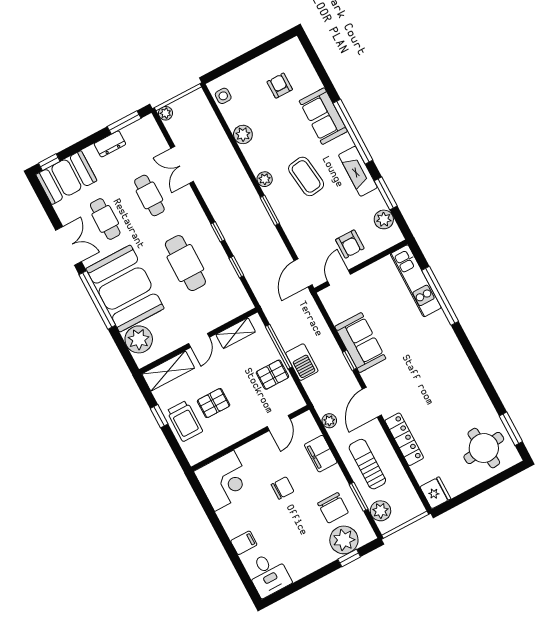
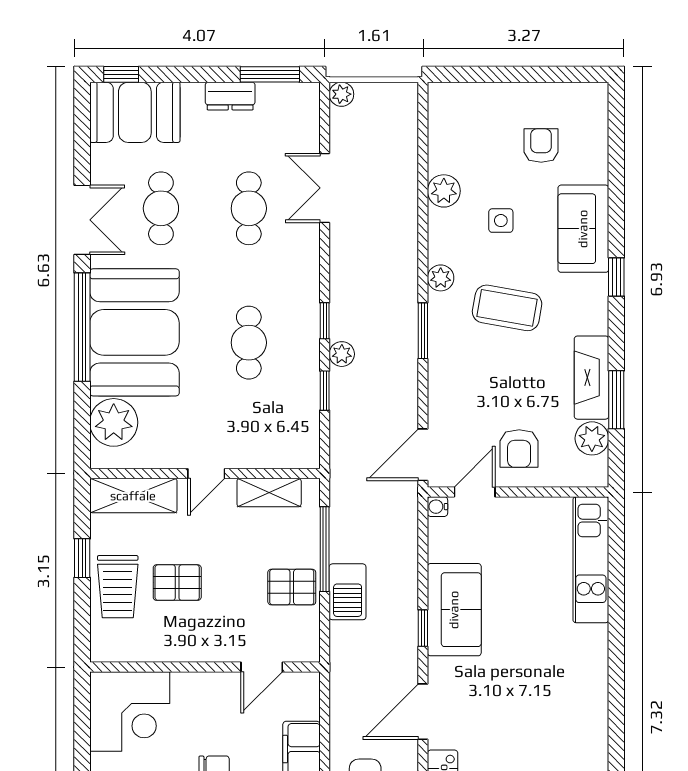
side table: (223, 96) -> (501, 221), moved
window: (353, 132) -> (616, 277), width x0.32
fireplace: (358, 171) -> (591, 378), moved
coffee table: (306, 176) -> (507, 308), turned -73
cafe table: (185, 263) -> (249, 343), width x0.73, depth x0.74
water cooler: (324, 295) -> (438, 507), added
window: (440, 296) -> (616, 603), removed
plant: (329, 421) -> (342, 354), moved

